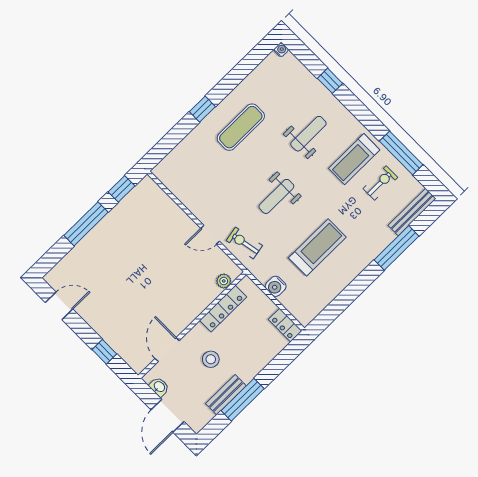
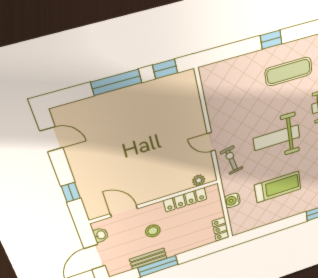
weight bench: (276, 196) -> (276, 138), width x1.36, depth x1.33
door: (167, 350) -> (124, 211), hinge flipped

